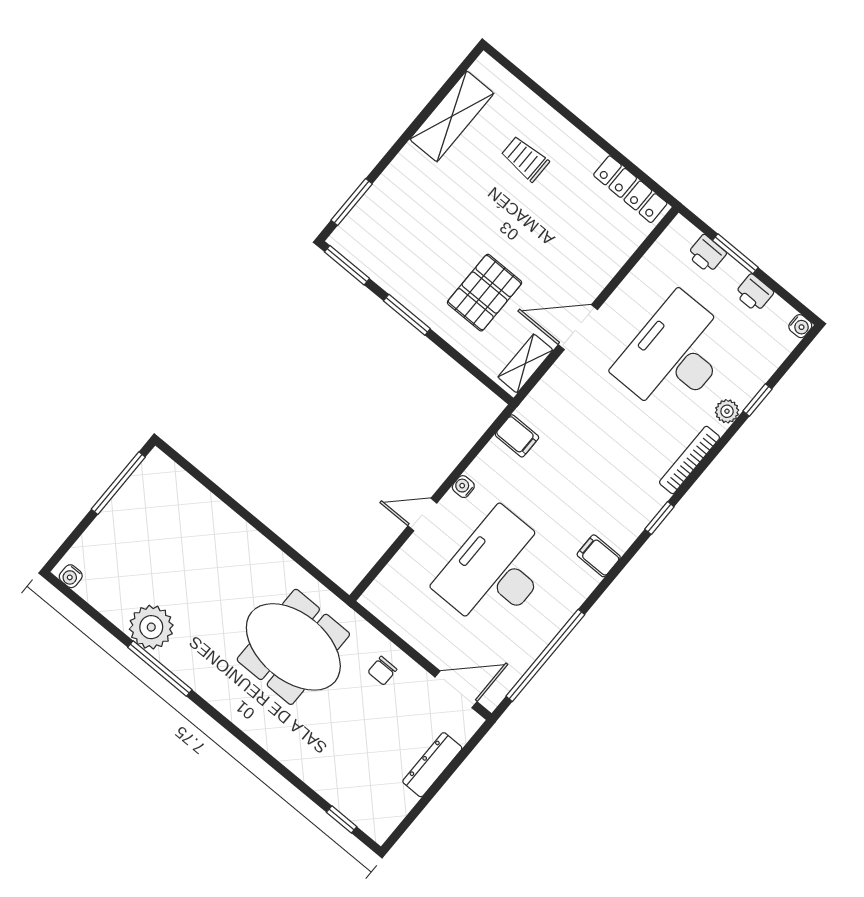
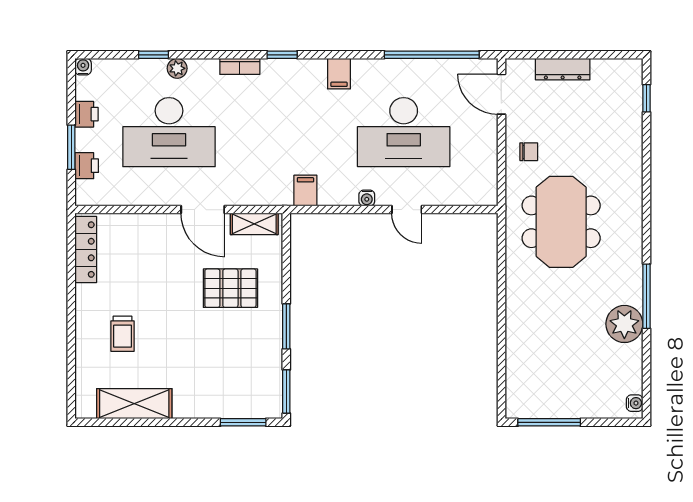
bookcase: (690, 460) -> (240, 66), width x0.64

